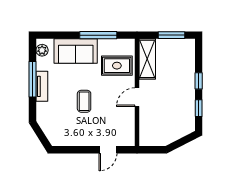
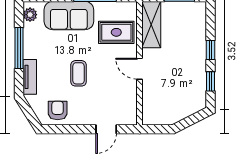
tv unit: (42, 86) -> (30, 77), moved
door: (137, 97) -> (140, 69), hinge flipped
armchair: (66, 133) -> (58, 110), added

